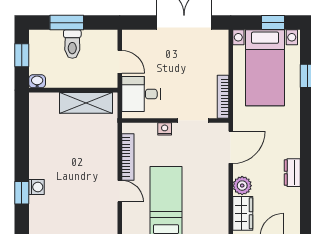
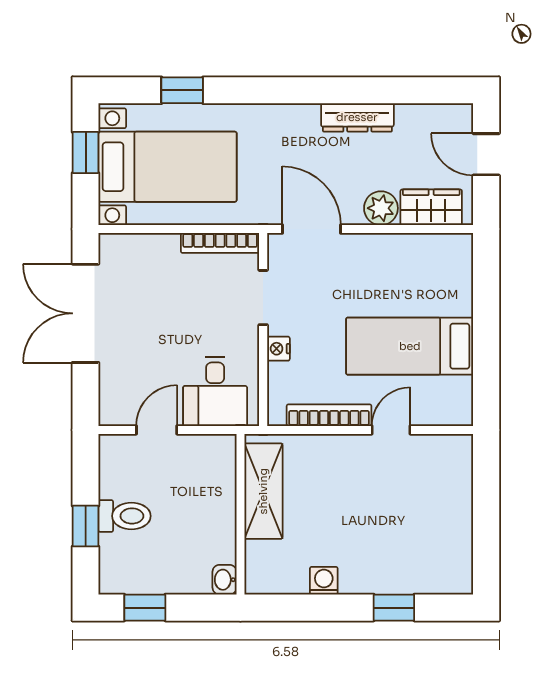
window: (67, 23) -> (86, 526), width x0.67
washbasin: (37, 81) -> (224, 580), moved
wall: (73, 90) -> (240, 514), moved
shelving: (86, 103) -> (263, 491), moved
dresser: (292, 173) -> (357, 117), width x1.44
washing machine: (37, 187) -> (324, 581), moved

